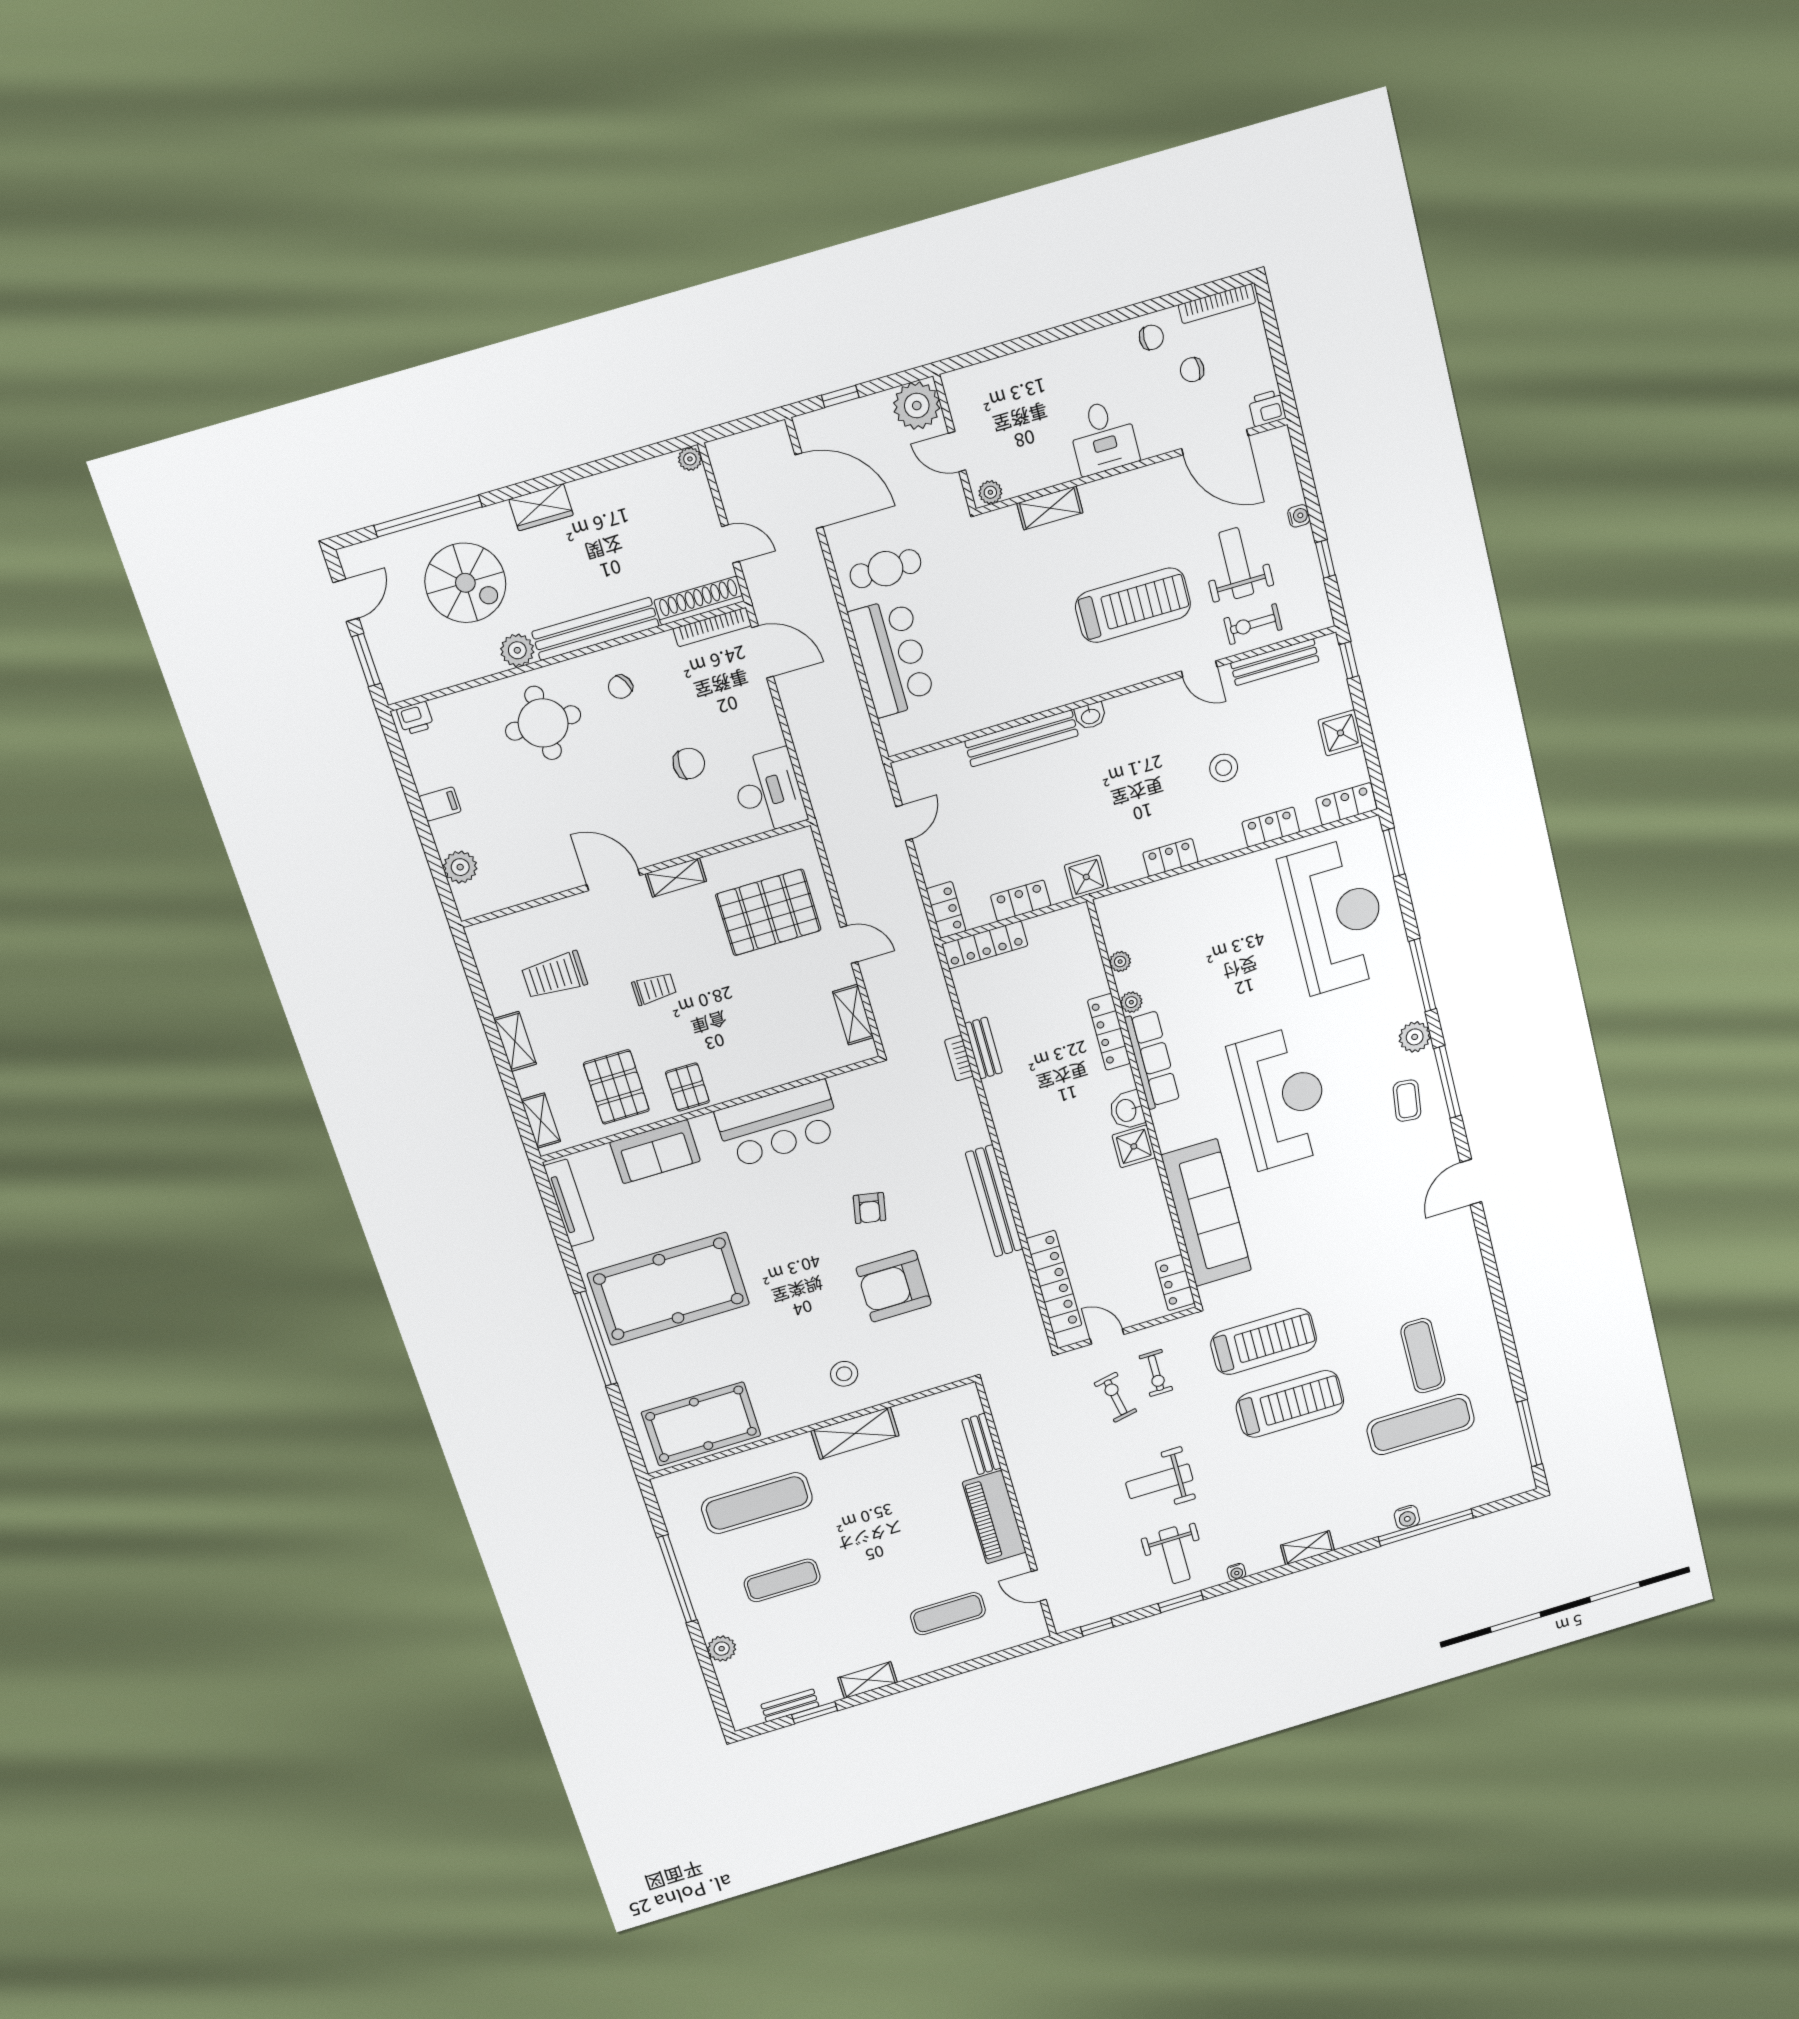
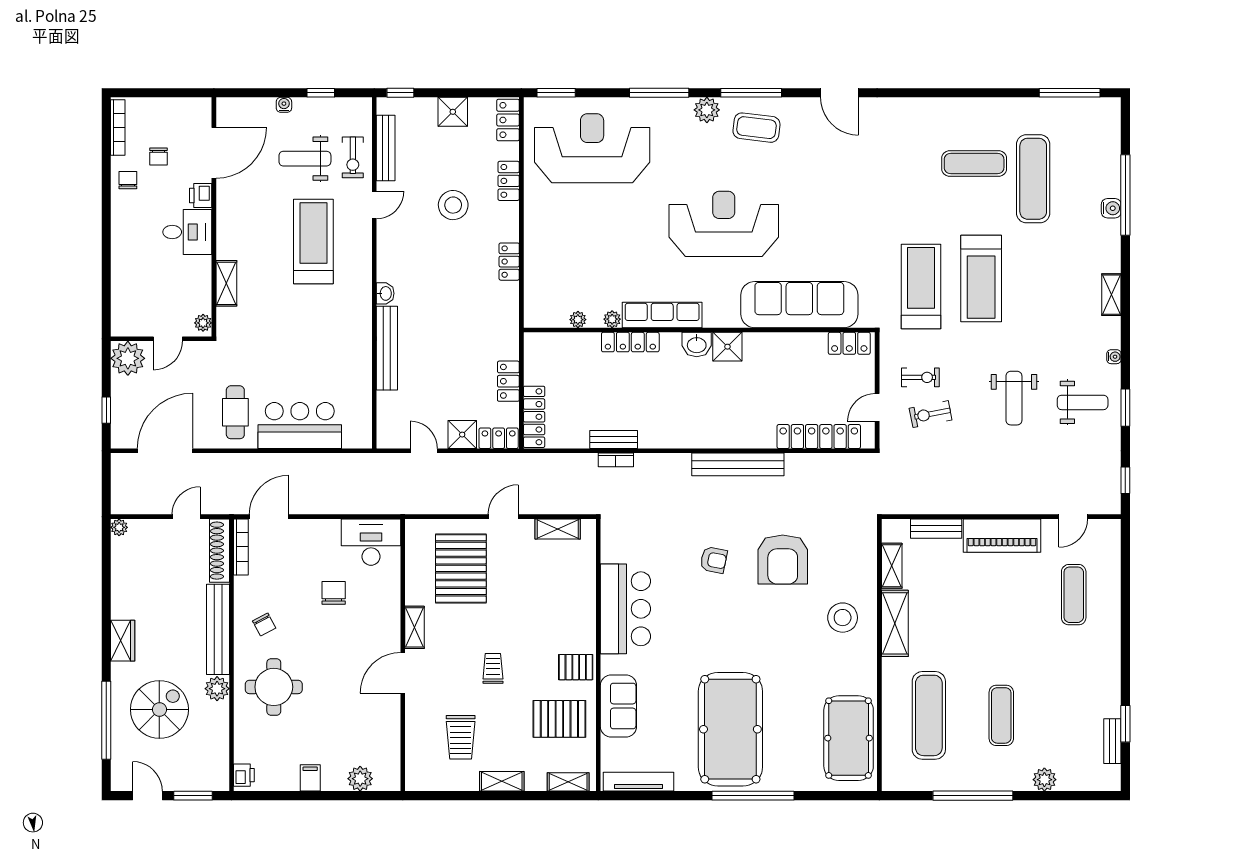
printer: (1267, 408) -> (201, 195), moved
stool: (1224, 768) -> (453, 205), width x1.38, depth x1.38
shower: (1086, 877) -> (462, 435), moved
coffee table: (1407, 1101) -> (756, 128), width x1.36, depth x1.30
stool: (844, 1374) -> (843, 618), width x1.38, depth x1.38
treadmill: (1290, 1404) -> (981, 279), turned 180
shelving: (868, 1680) -> (892, 566), moved

